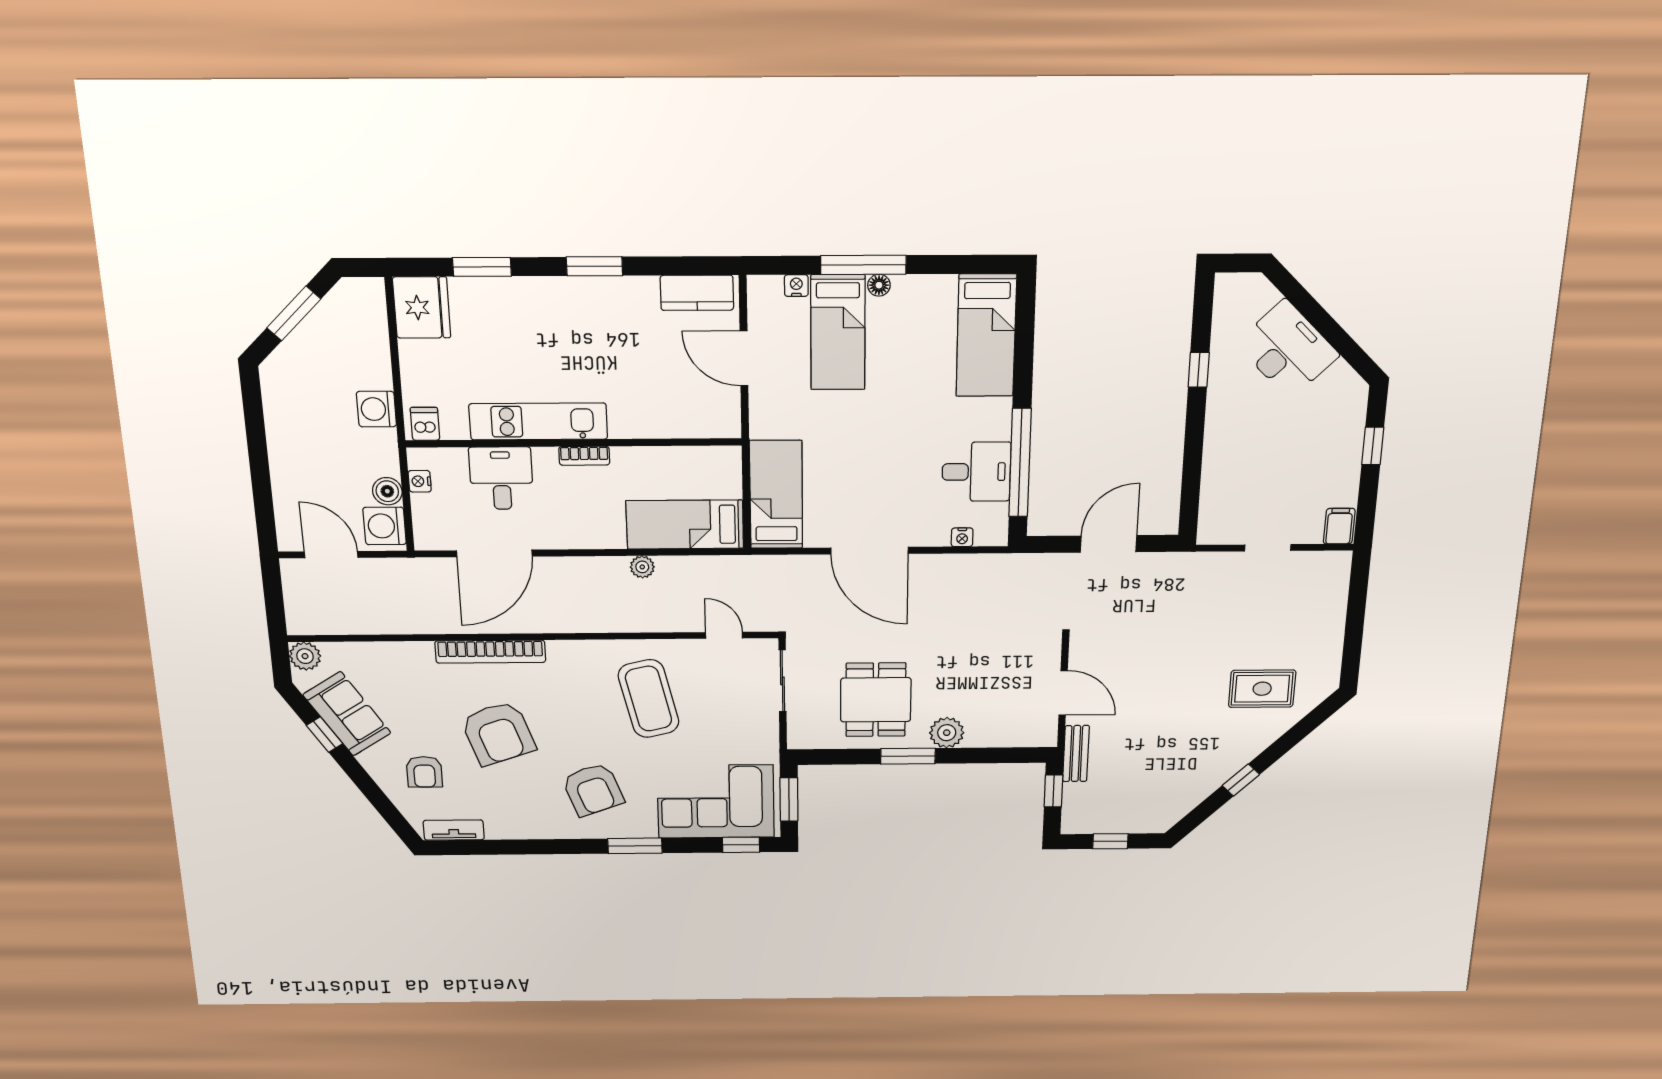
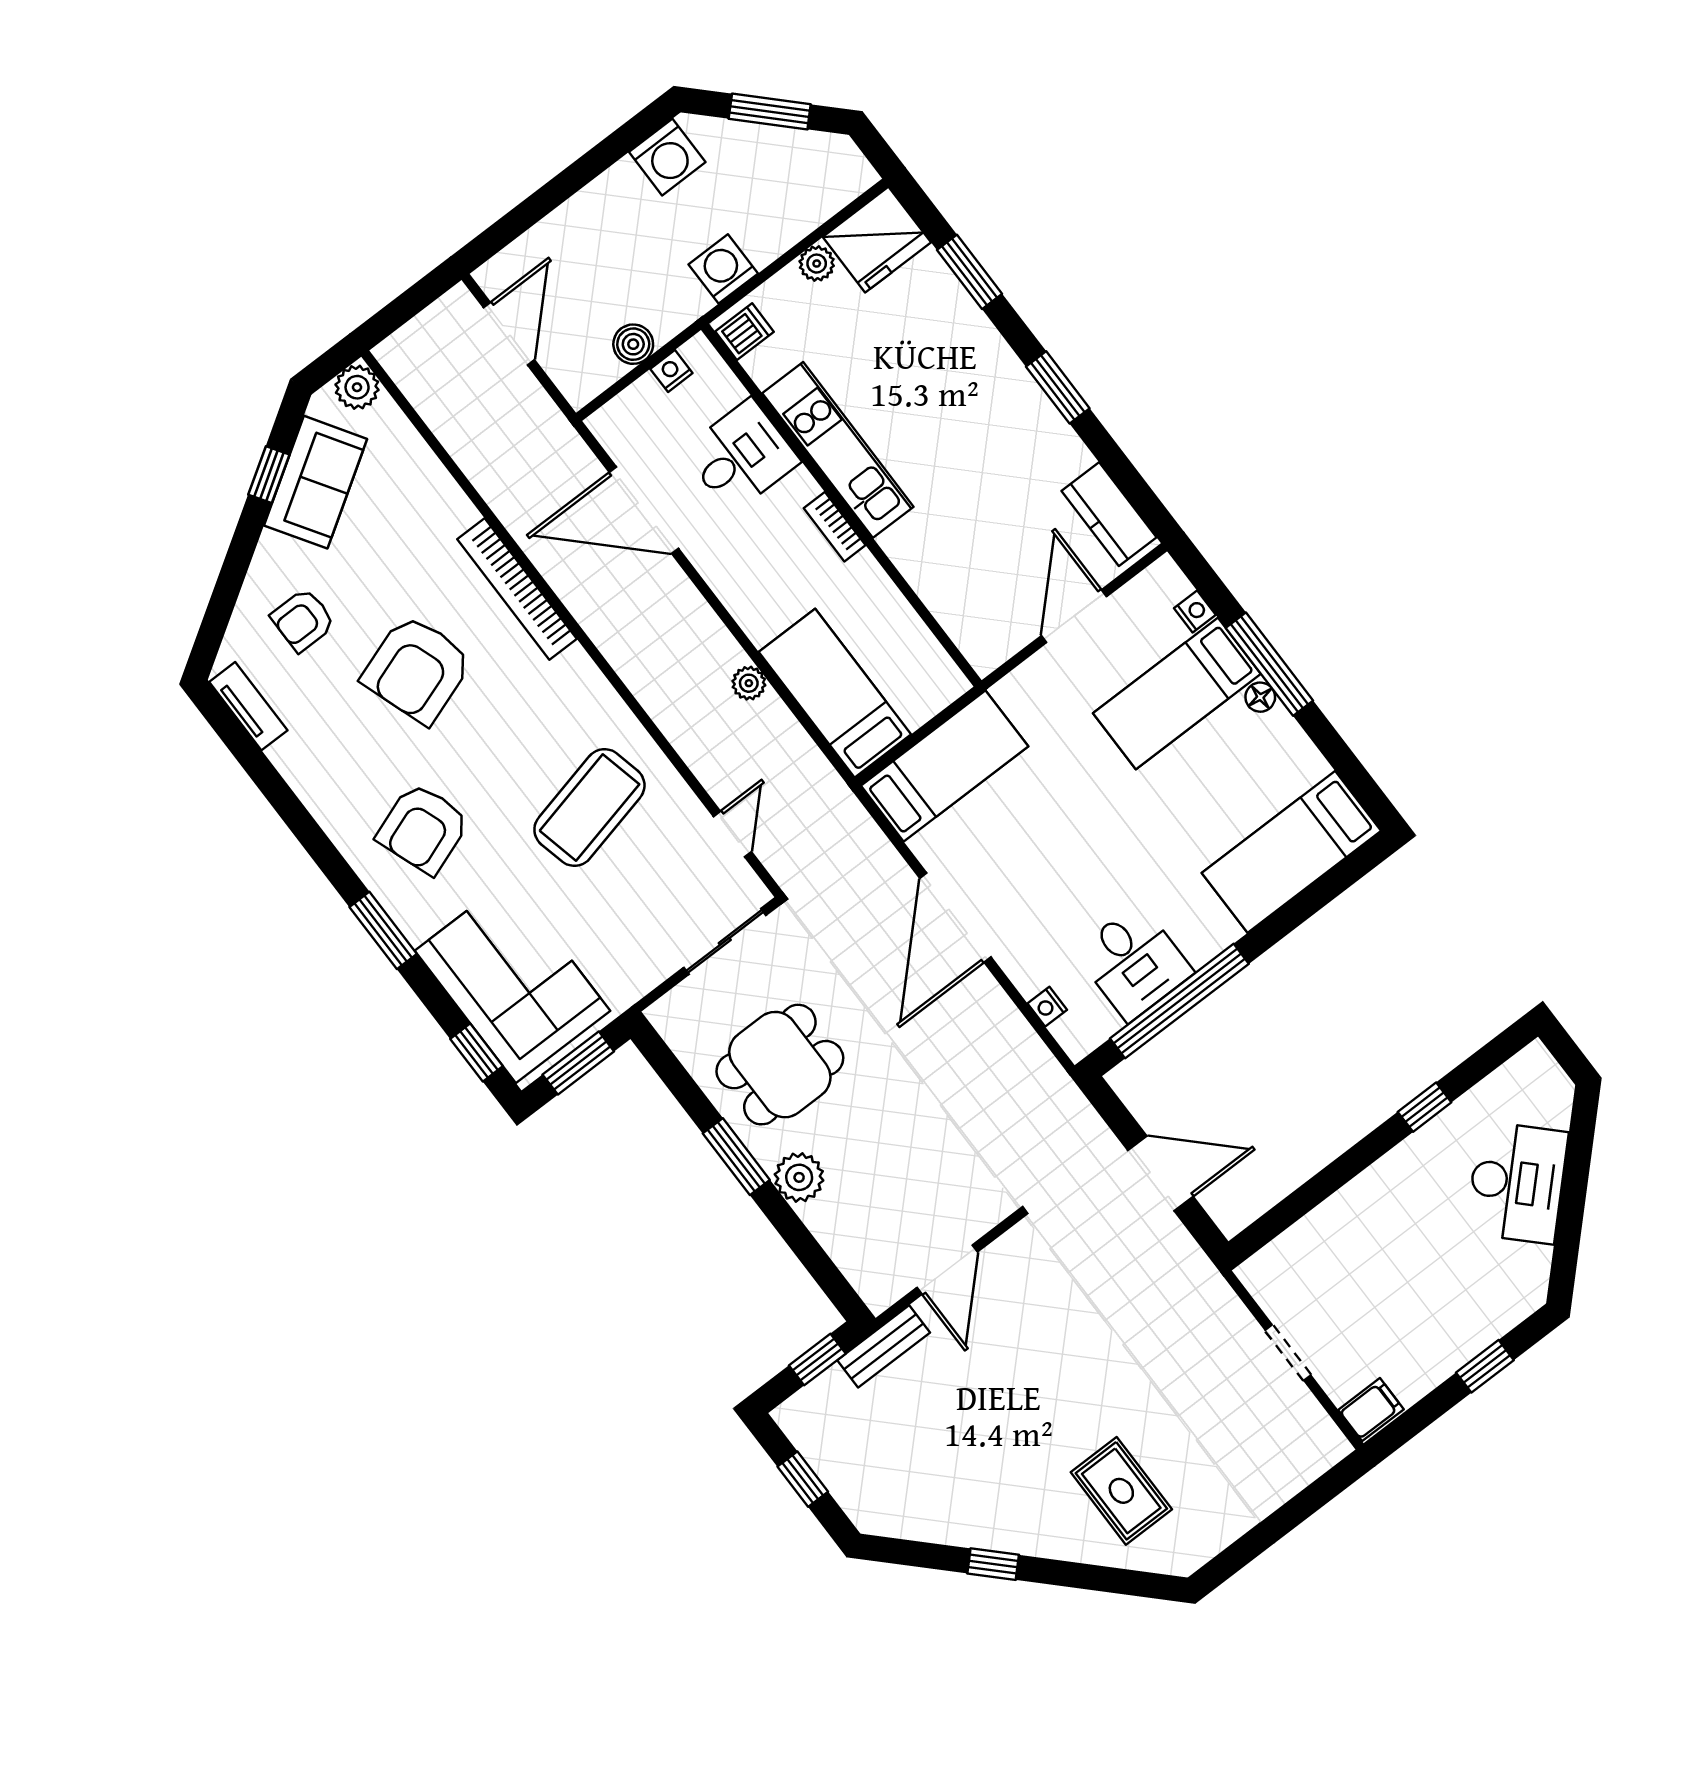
plant: (412, 353) -> (817, 264), added
washing machine: (385, 526) -> (667, 157), moved, turned 180

